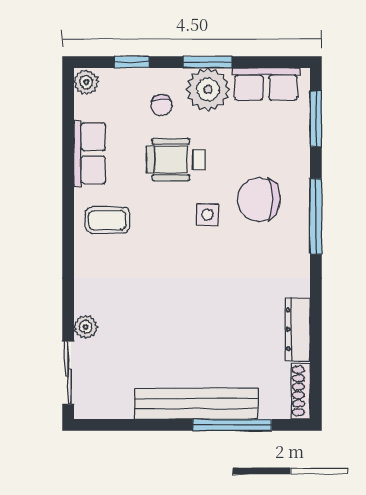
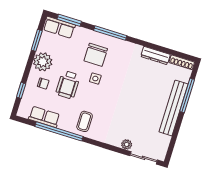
window: (207, 62) -> (37, 40), moved
plant: (86, 82) -> (24, 112), removed
row of seats: (266, 84) -> (59, 27), moved, turned 90
row of seats: (90, 153) -> (44, 117), moved
window: (68, 172) -> (59, 131), added

